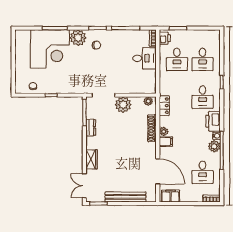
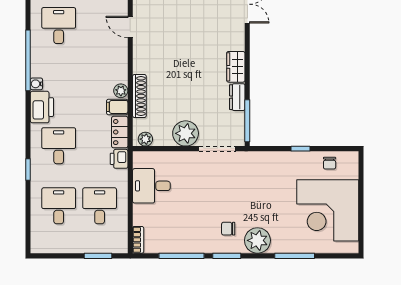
printer: (165, 38) -> (119, 159), moved
corner desk: (50, 49) -> (328, 210), moved, turned -90
desk: (144, 58) -> (151, 186), moved
filing cabinet: (166, 142) -> (117, 107), moved
plant: (214, 146) -> (40, 67), removed
wardrobe: (92, 159) -> (236, 67), moved
door: (158, 171) -> (130, 27), width x0.53

